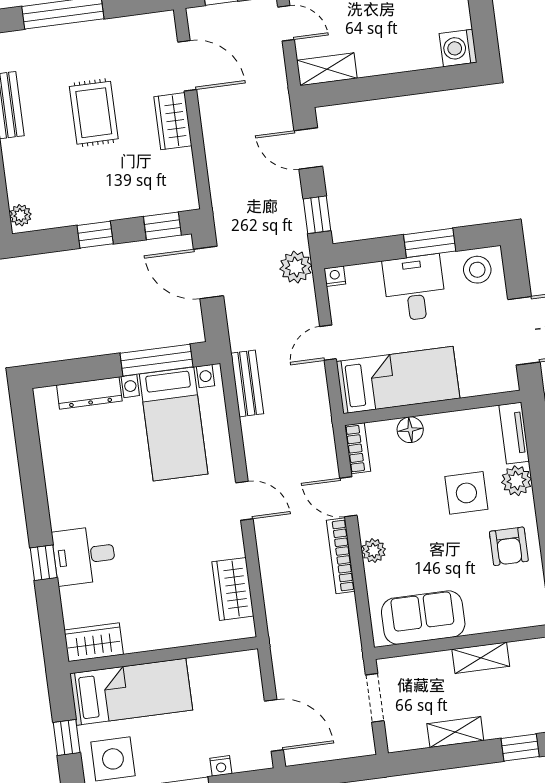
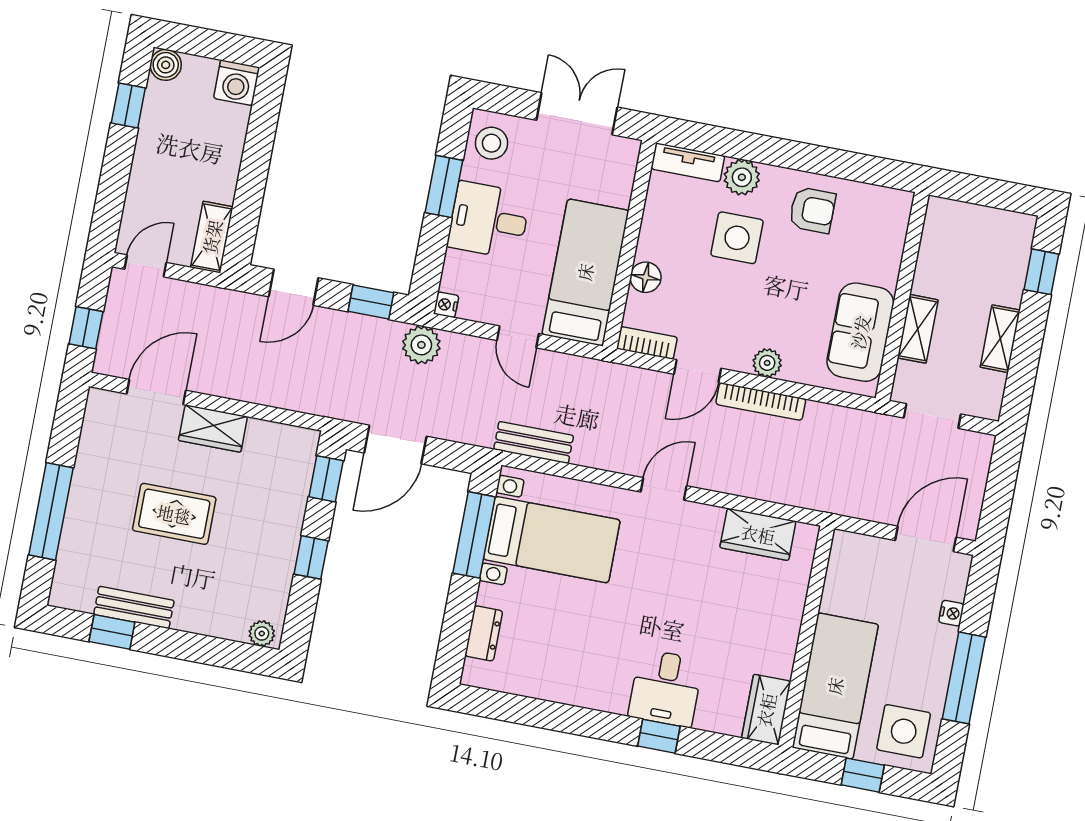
dresser: (89, 393) -> (484, 633), width x0.70
shelving: (481, 658) -> (918, 329), moved

